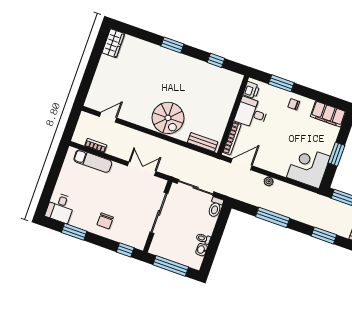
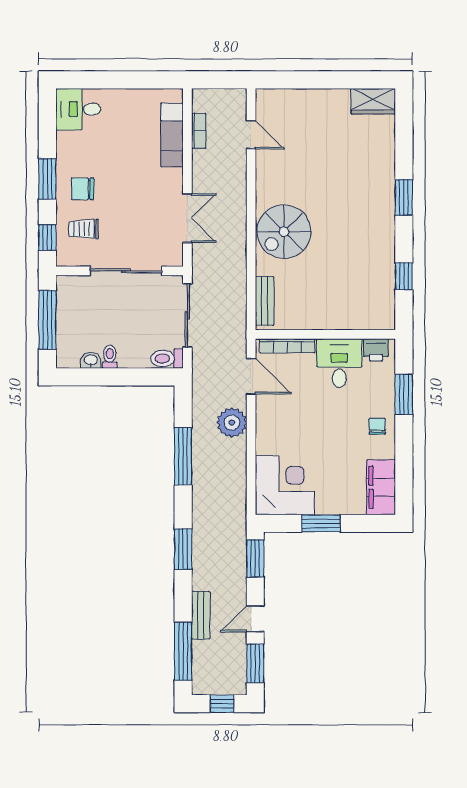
plant: (269, 181) -> (232, 423), width x1.88, depth x1.88
trolley: (128, 228) -> (84, 229), added
window: (74, 232) -> (47, 179), moved

